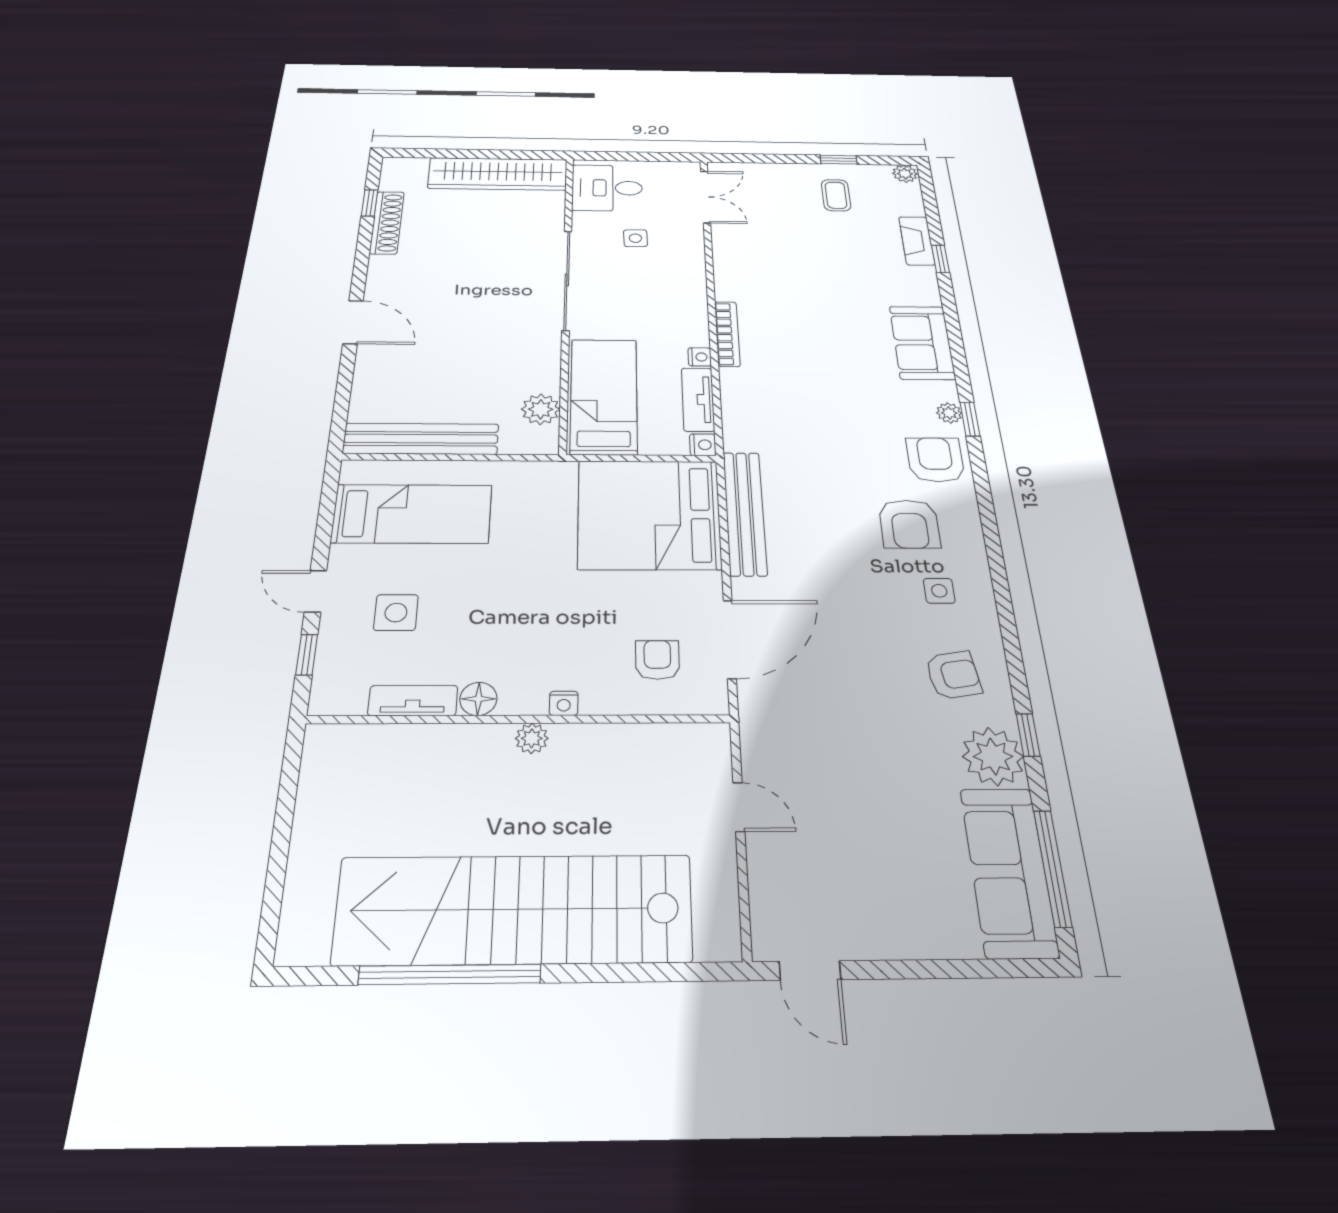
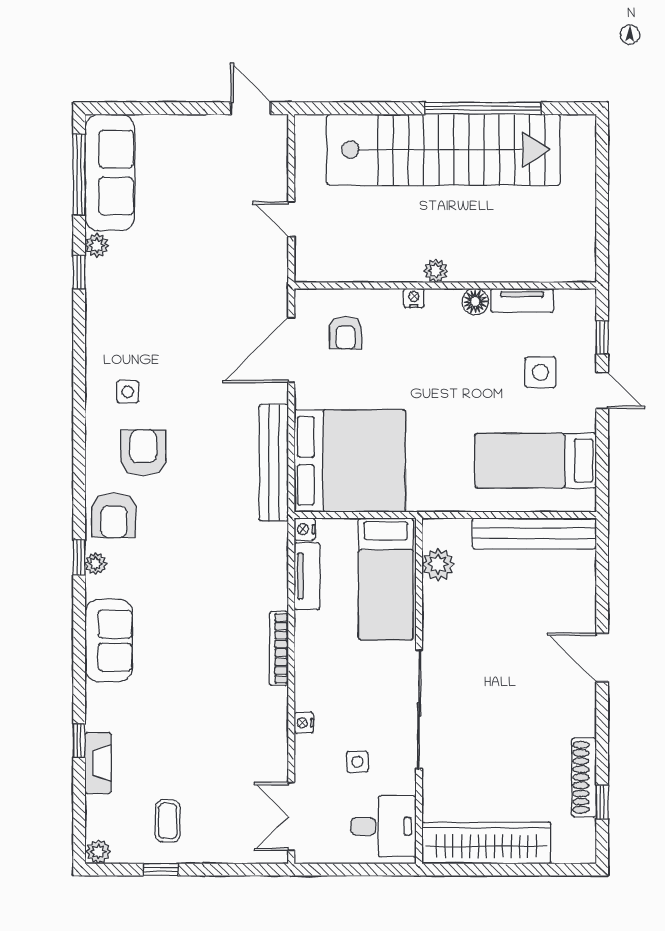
nightstand: (700, 357) -> (304, 723), moved
armchair: (953, 675) -> (127, 320), removed
plant: (993, 756) -> (97, 245), width x0.53, depth x0.53

